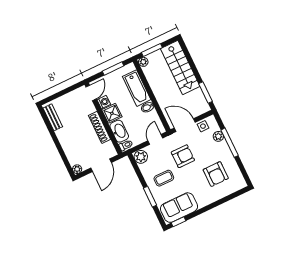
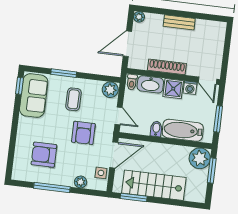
plant: (143, 62) -> (200, 158), width x1.88, depth x1.88
stairs: (180, 67) -> (154, 185), moved
bench: (53, 117) -> (179, 22), moved
window: (230, 143) -> (52, 187), moved
door: (101, 165) -> (127, 44), hinge flipped

